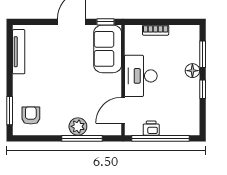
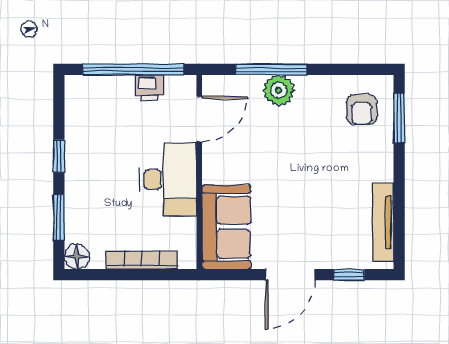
window: (106, 22) -> (349, 275), moved
bookcase: (156, 30) -> (142, 260), width x1.56
floor lamp: (192, 71) -> (77, 257), moved

